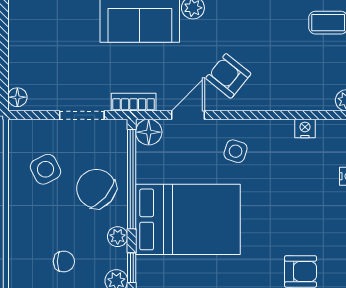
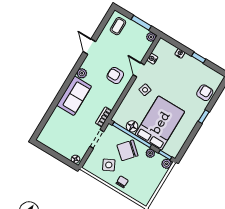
armchair: (228, 76) -> (115, 75), turned 51
door: (188, 115) -> (139, 70), moved
floor lamp: (149, 132) -> (132, 126), moved
chair: (64, 262) -> (122, 182), moved

